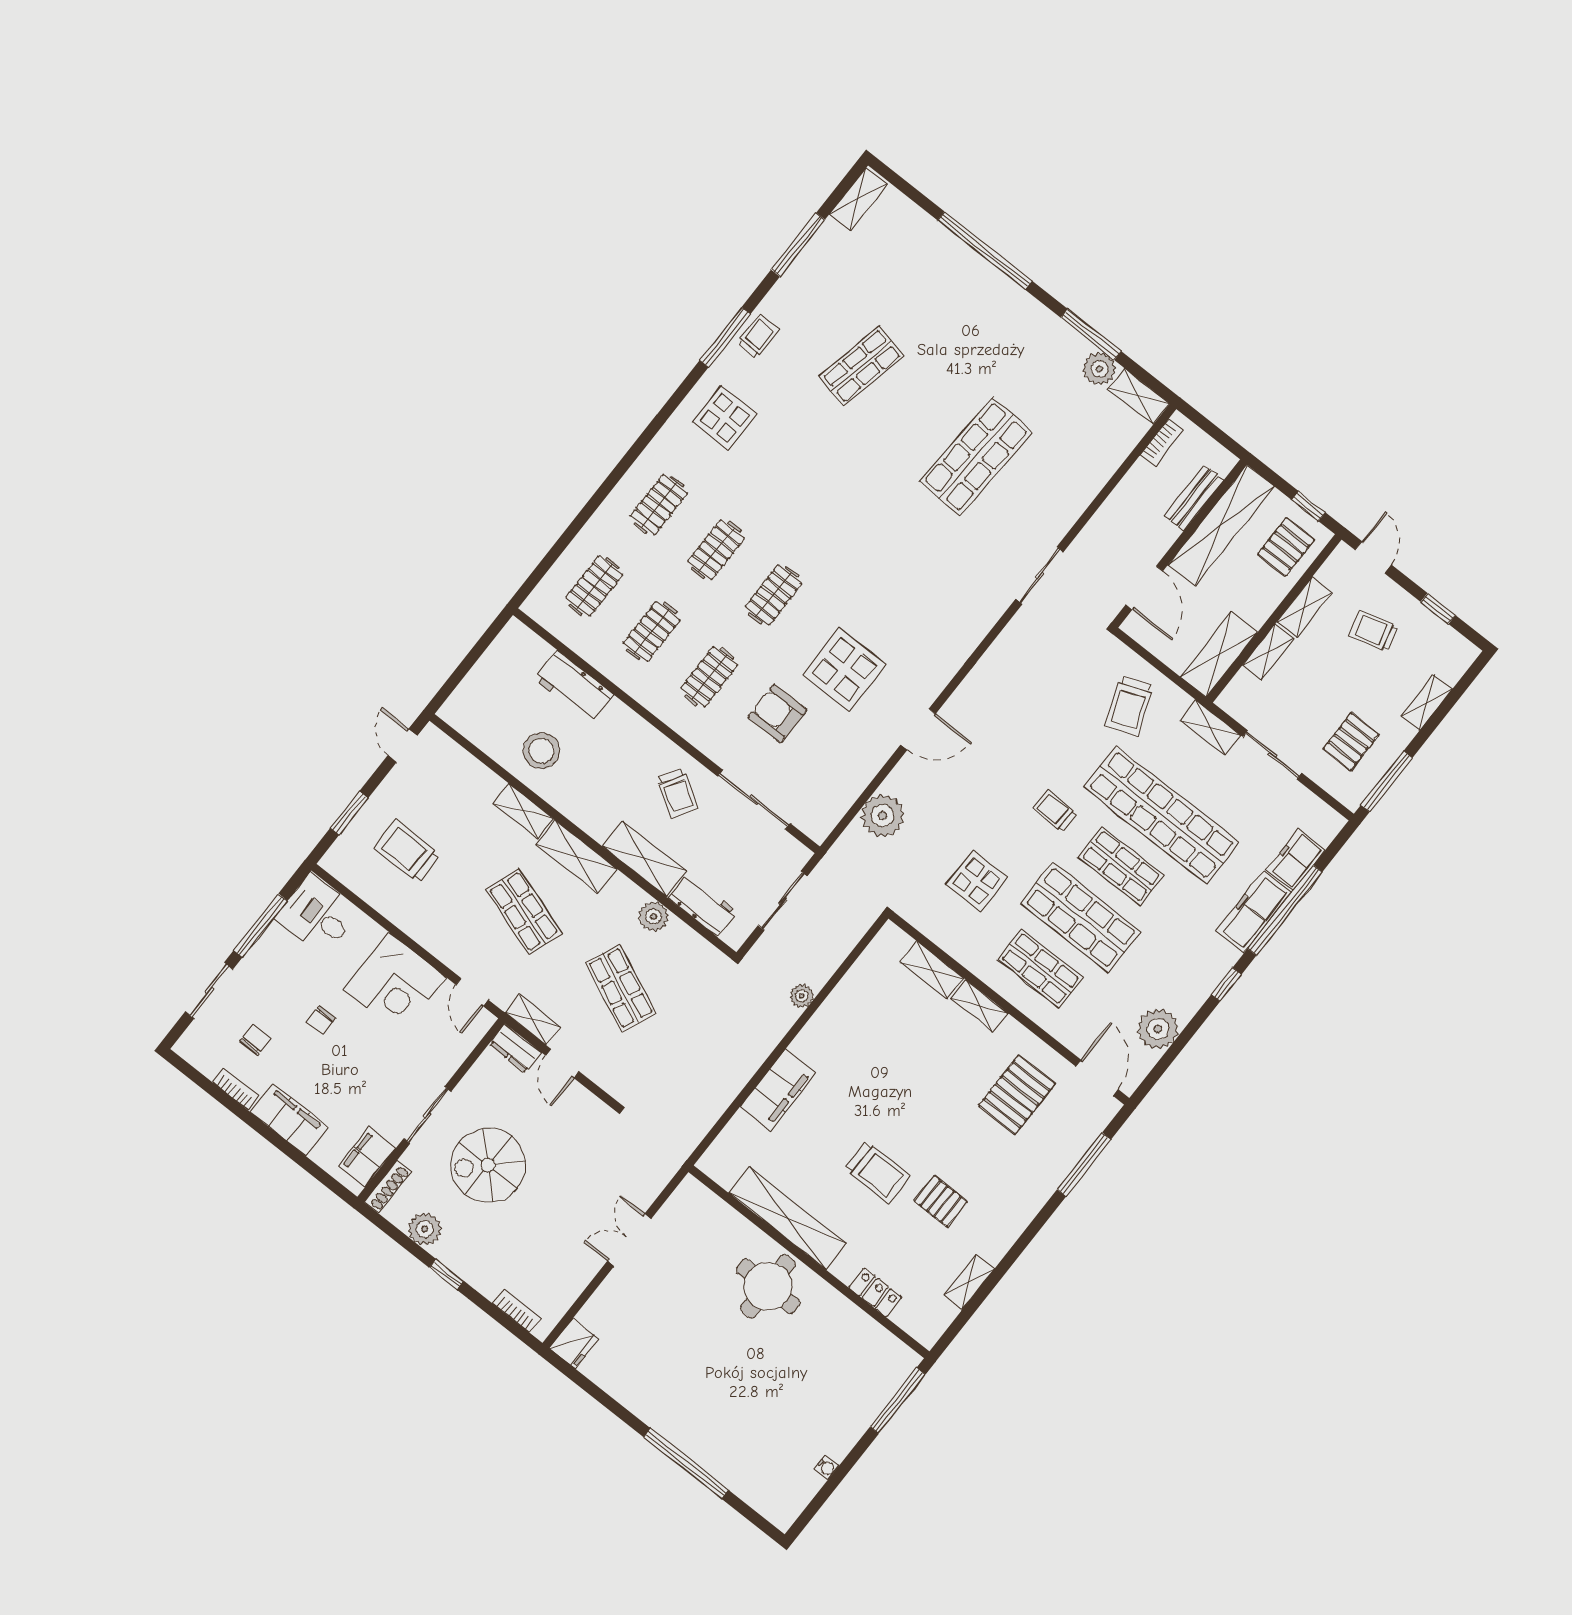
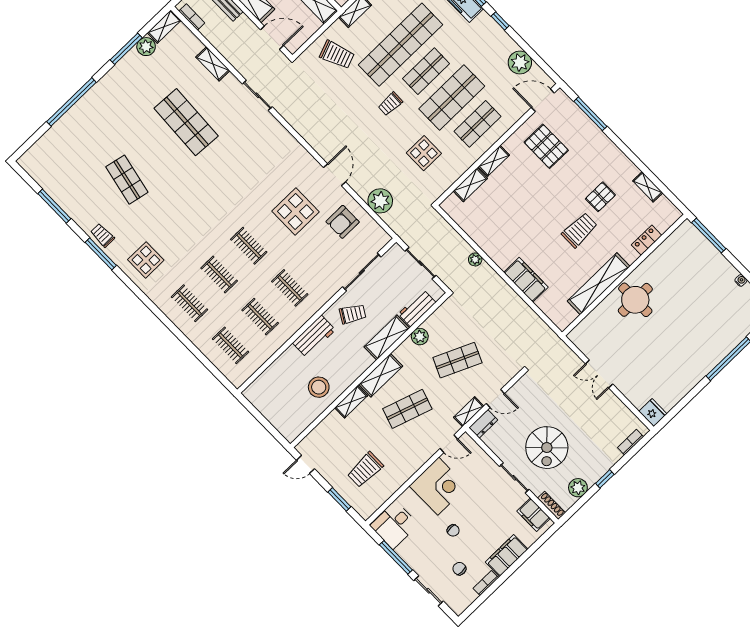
shelving: (859, 199) -> (213, 64), moved
workbench: (574, 687) -> (314, 336), moved
armchair: (777, 713) -> (343, 222), moved

